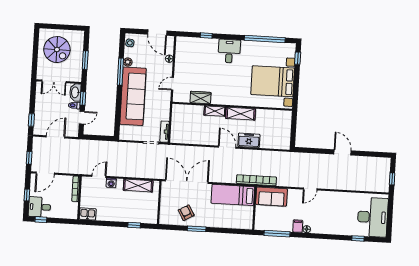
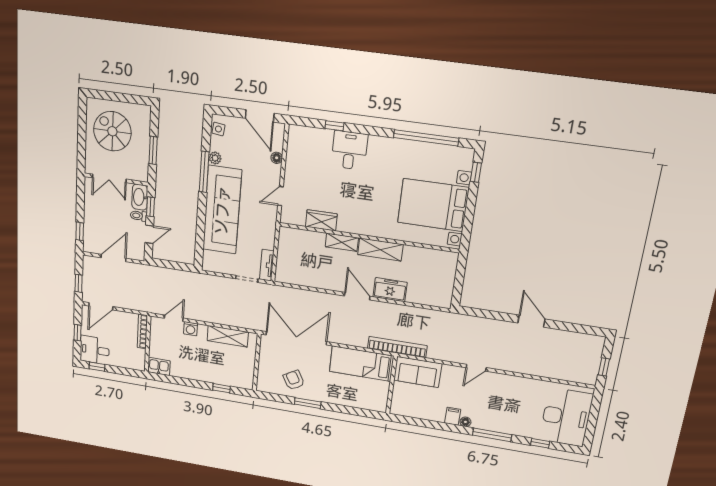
spiral stairs: (57, 50) -> (112, 131), turned 180
desk: (229, 51) -> (349, 150), moved
window: (277, 234) -> (492, 435), moved

